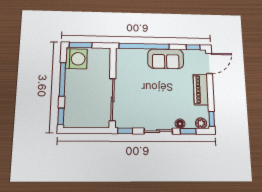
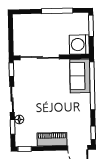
washing machine: (76, 59) -> (79, 45), moved, turned 90
sofa: (166, 59) -> (80, 76), moved
window: (61, 116) -> (23, 12), removed
plant: (201, 123) -> (20, 139), removed

